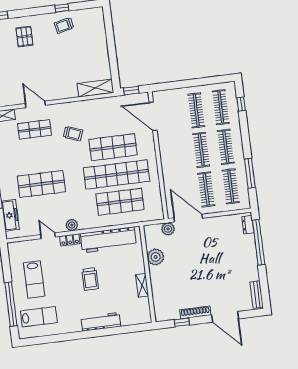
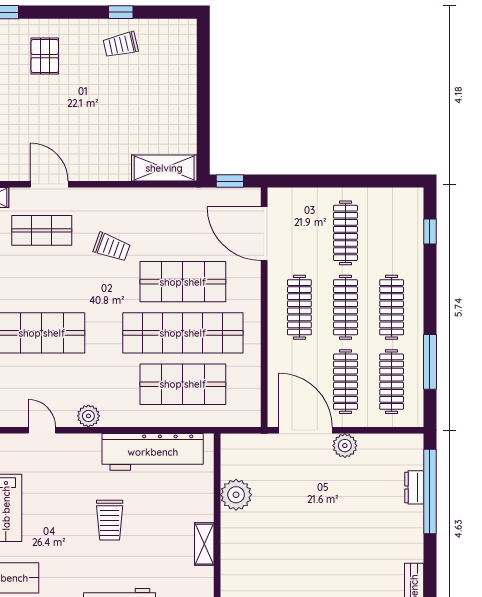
clothes rail: (221, 107) -> (299, 307), moved
dresser: (248, 225) -> (414, 487), moved
plant: (168, 229) -> (345, 446), moved
locker: (70, 240) -> (81, 443), removed

